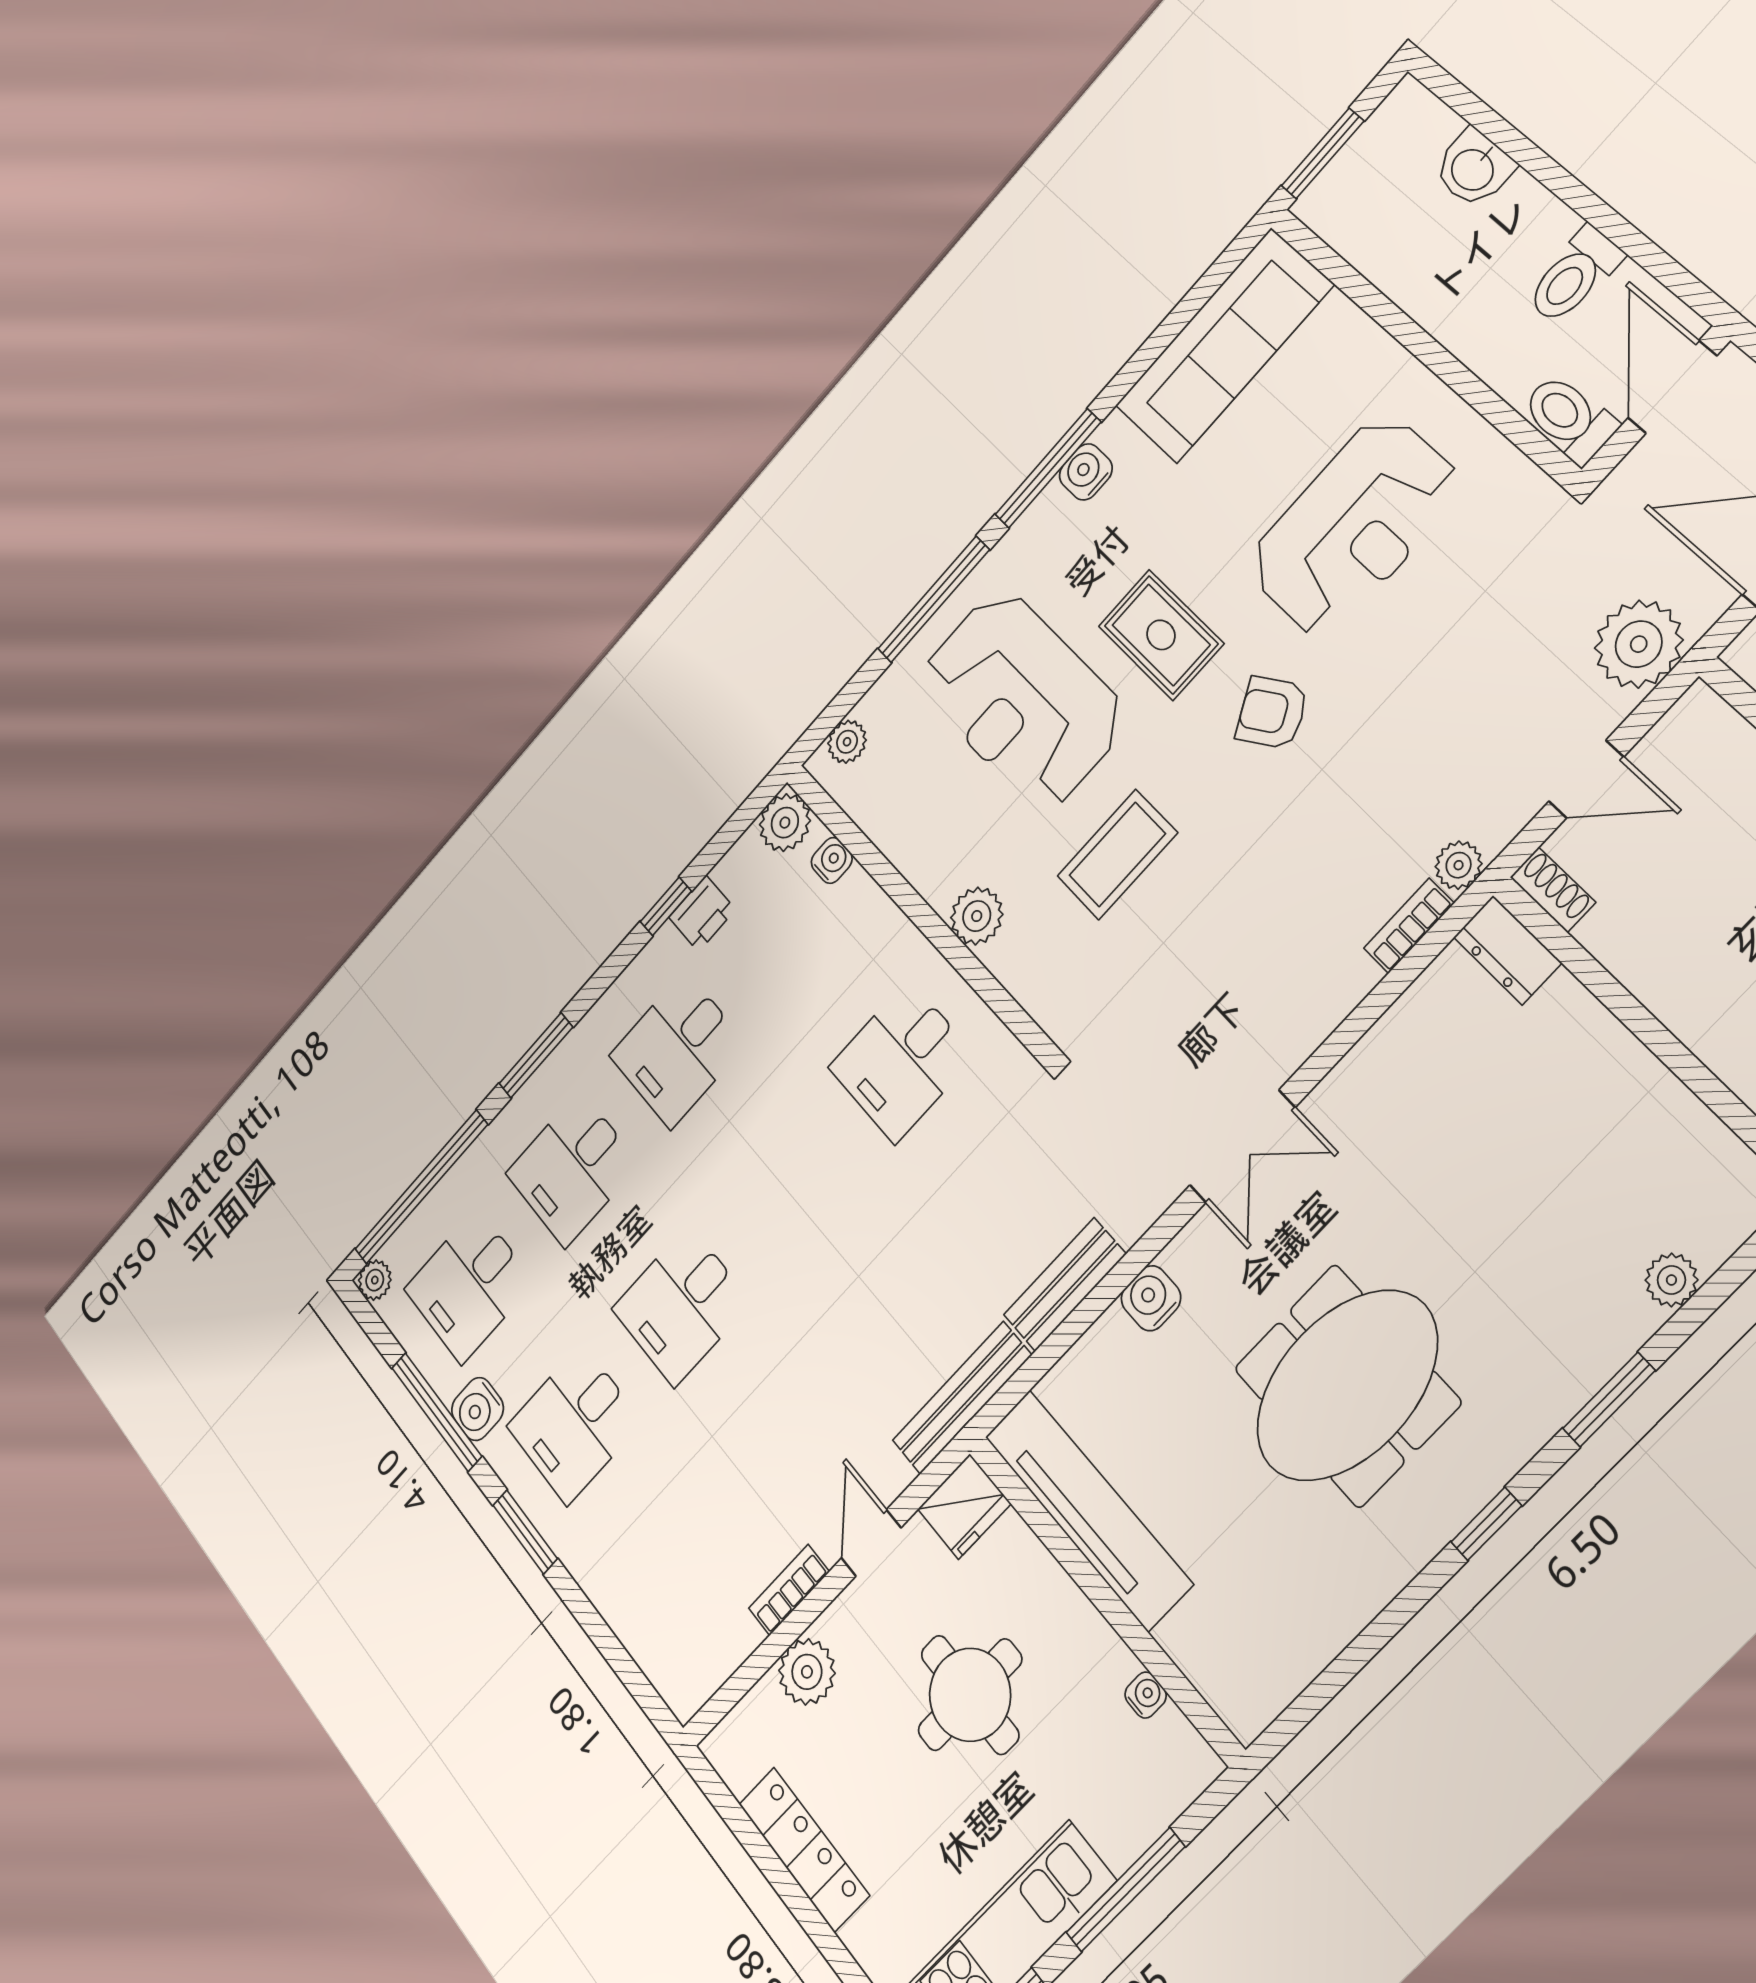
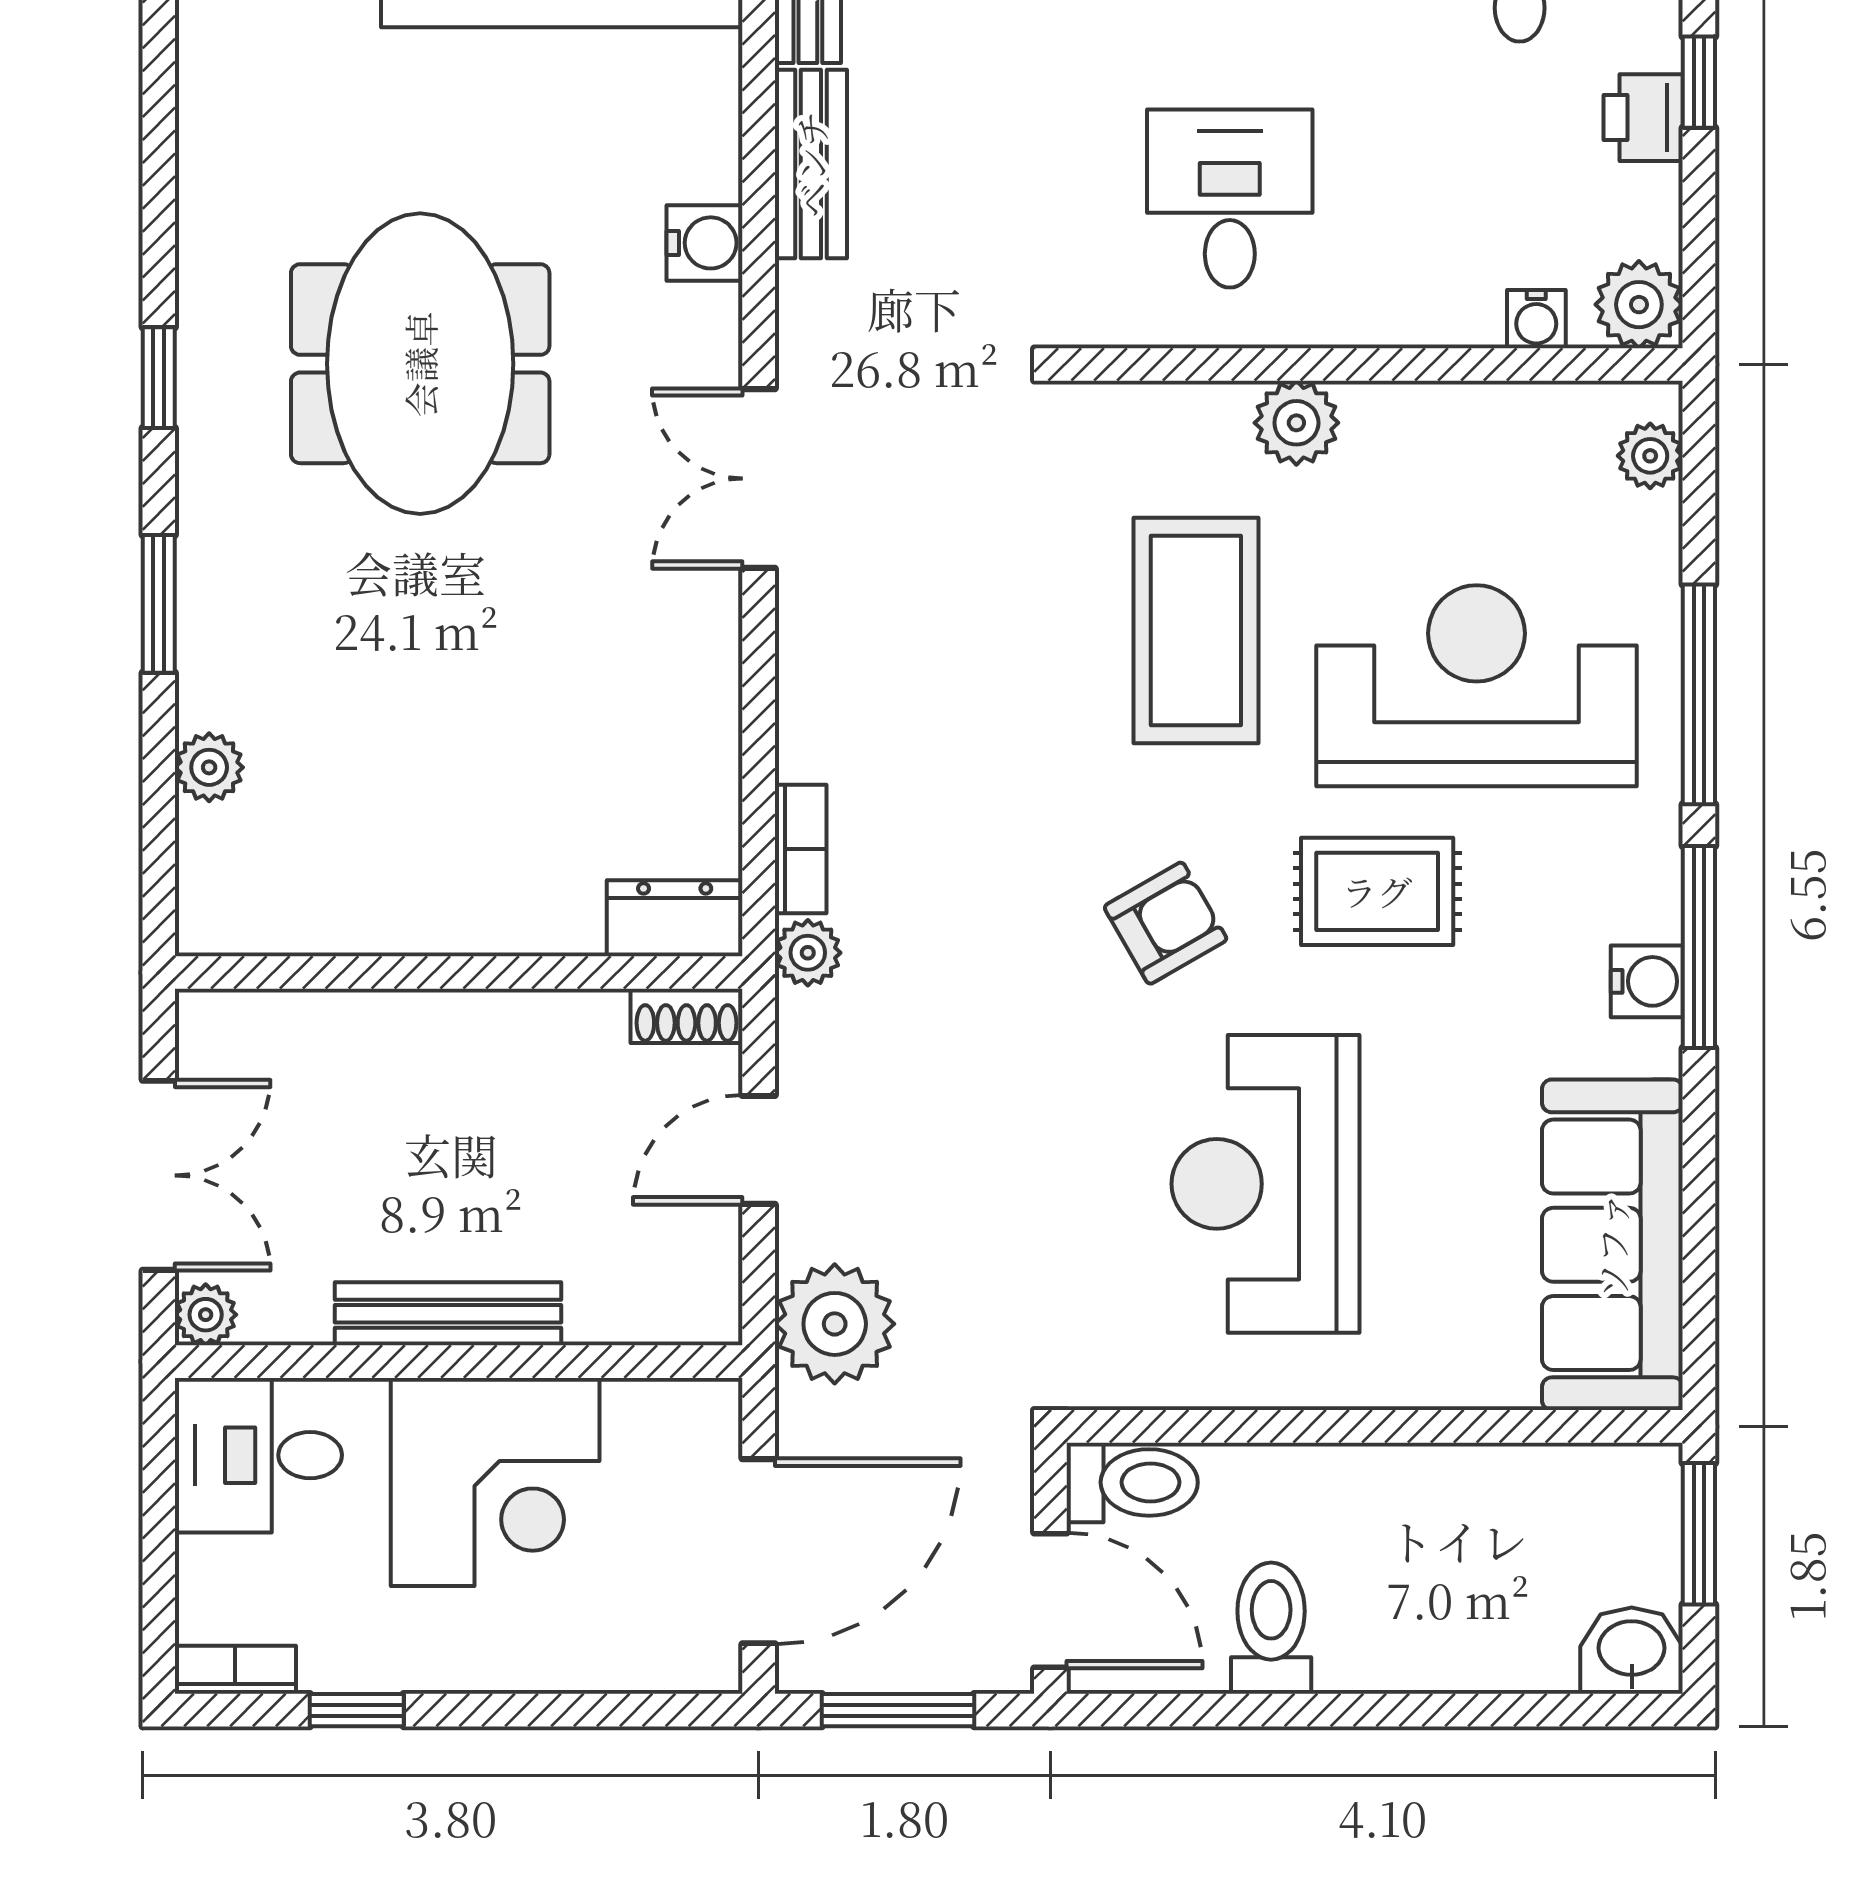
washbasin: (1474, 168) -> (1632, 1651), moved
coffee table: (1117, 854) -> (1196, 630), width x1.36, depth x1.32

